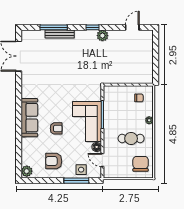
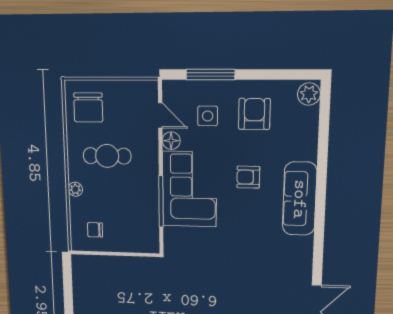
armchair: (54, 161) -> (254, 114), turned -90
side table: (81, 170) -> (208, 116), moved

